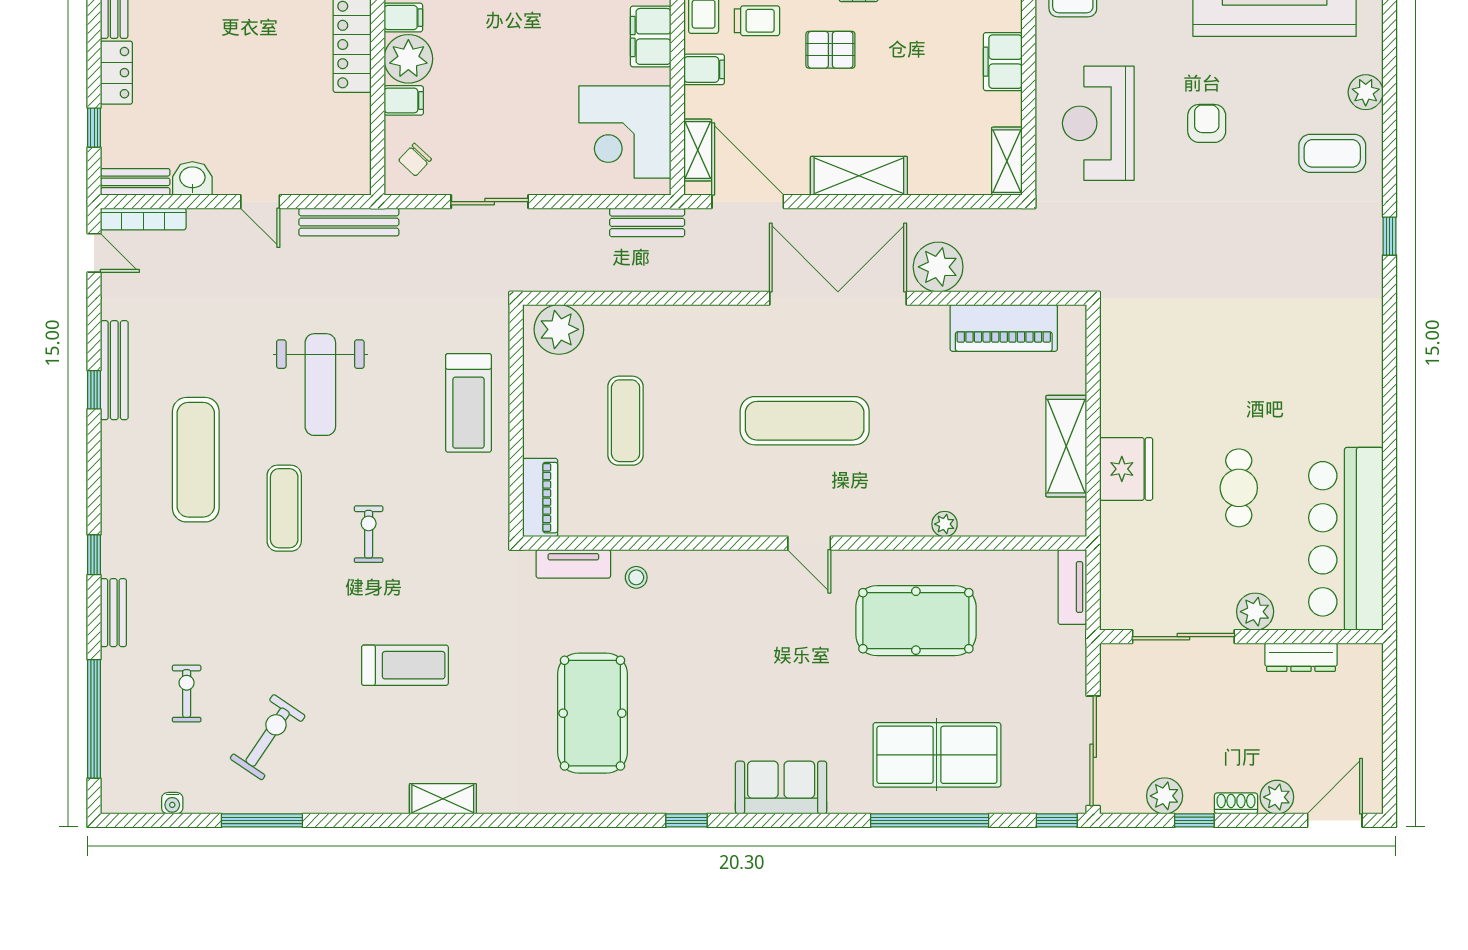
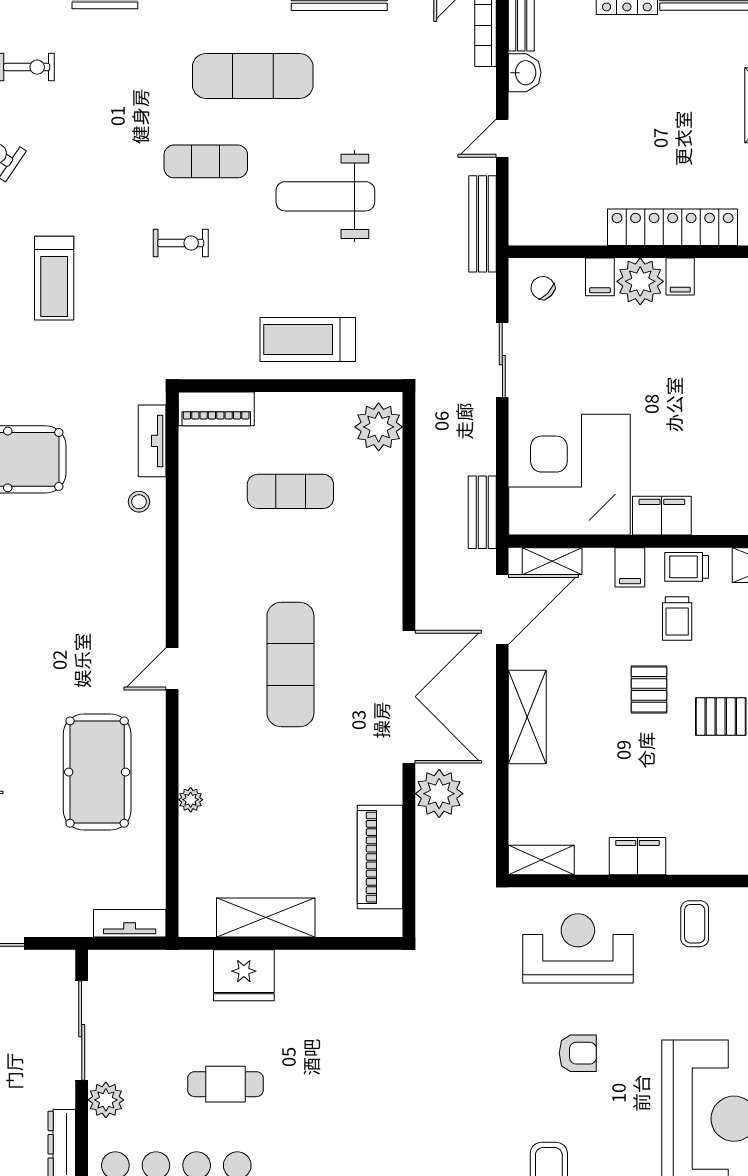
corner desk: (625, 132) -> (569, 475), width x1.36, depth x1.36

